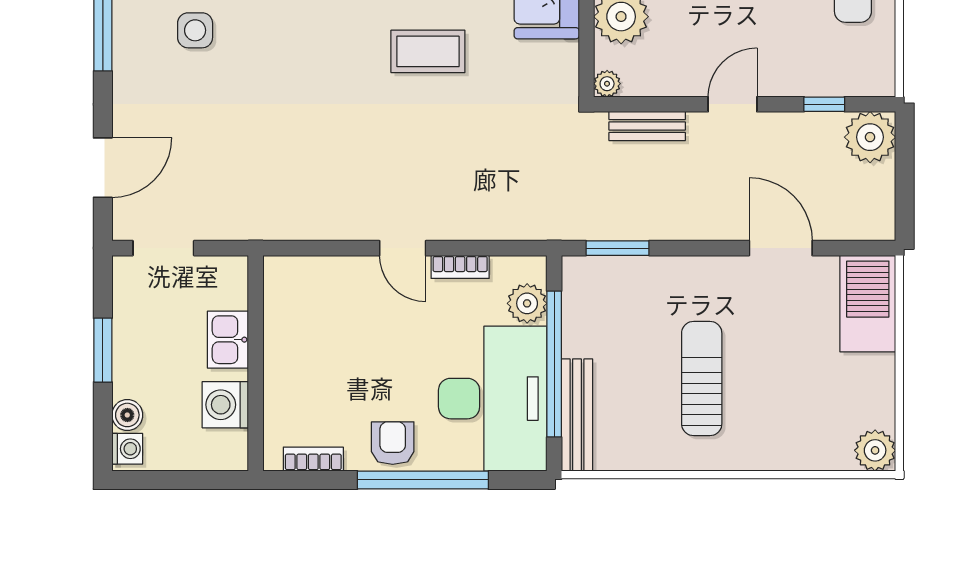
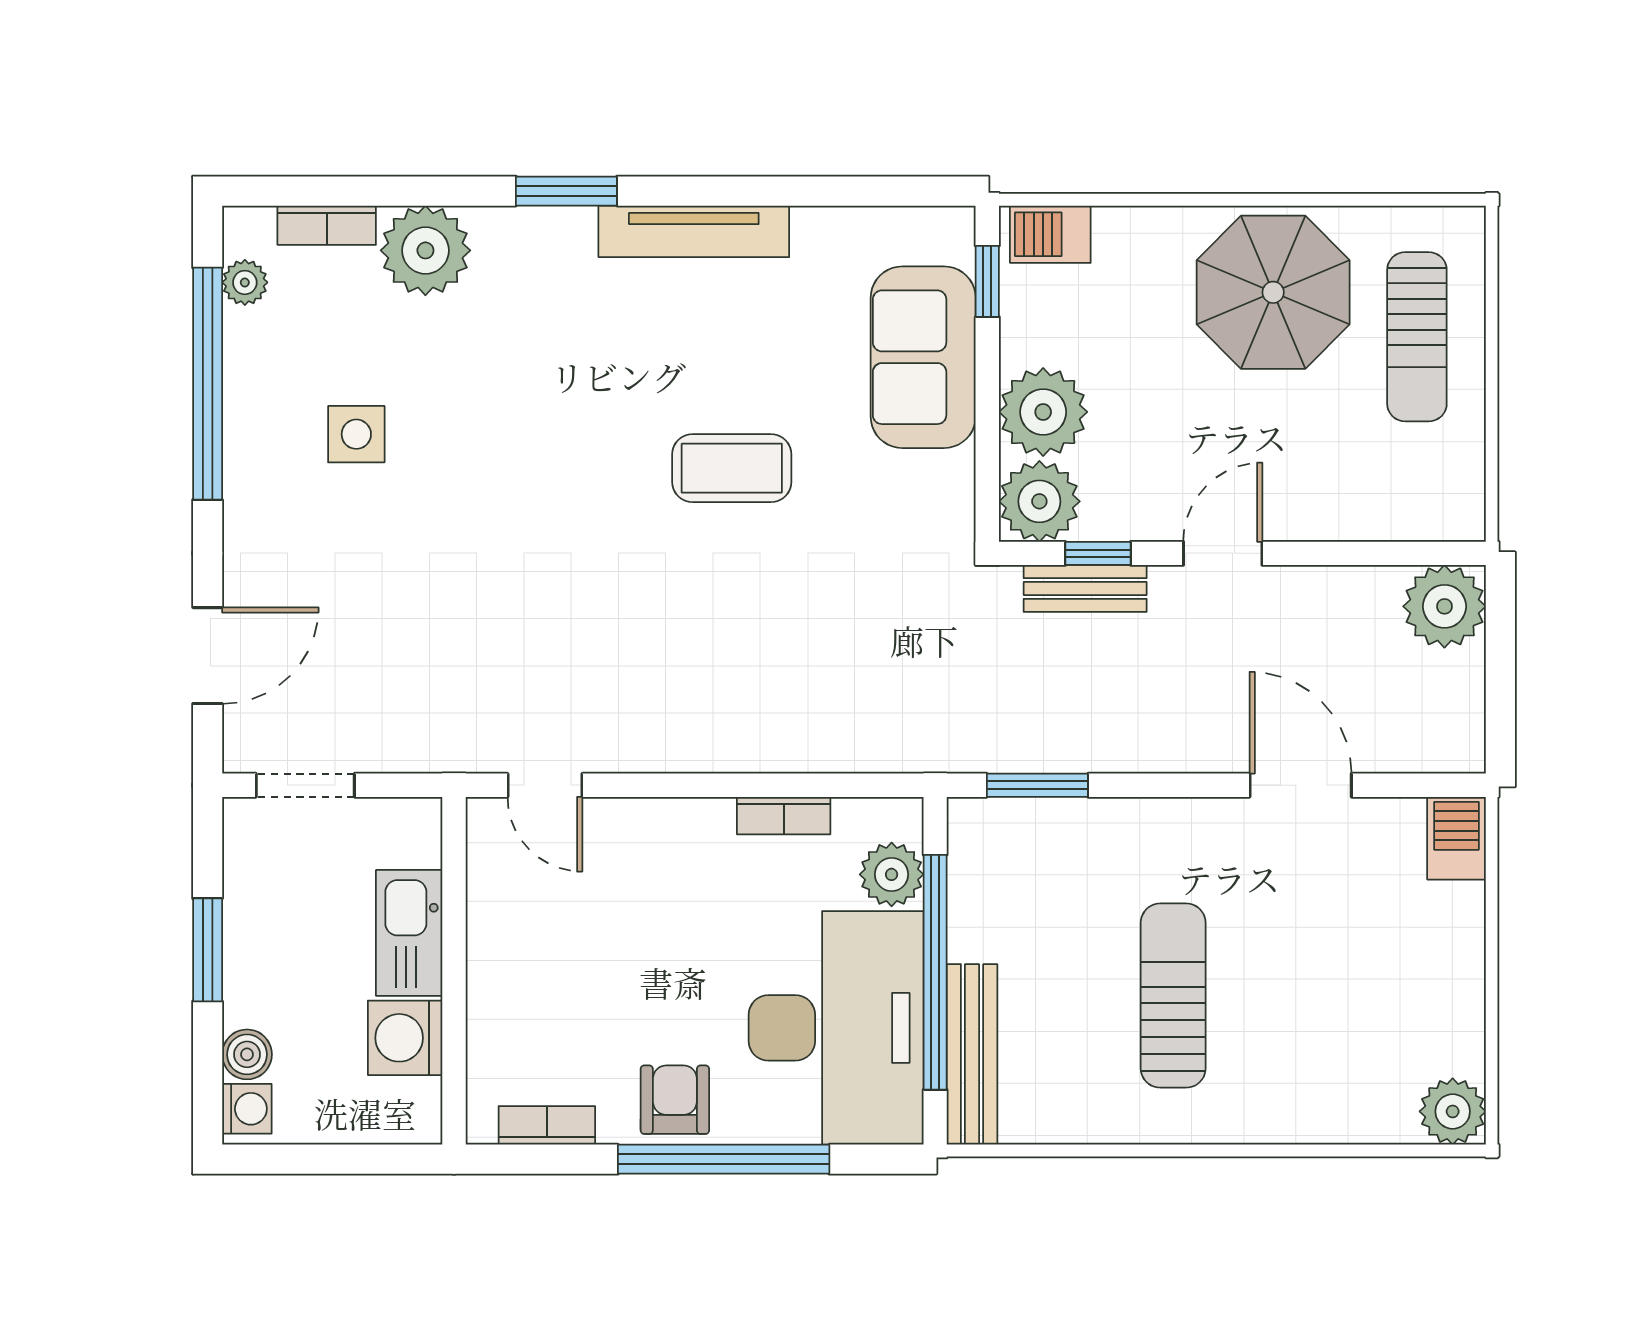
plant: (607, 84) -> (1039, 501), width x1.87, depth x1.87
window: (824, 104) -> (1098, 553), moved
door: (403, 248) -> (545, 785), moved
barbecue: (868, 304) -> (1457, 838), width x0.53, depth x0.65
kitchen sink: (228, 340) -> (409, 933), width x1.38

